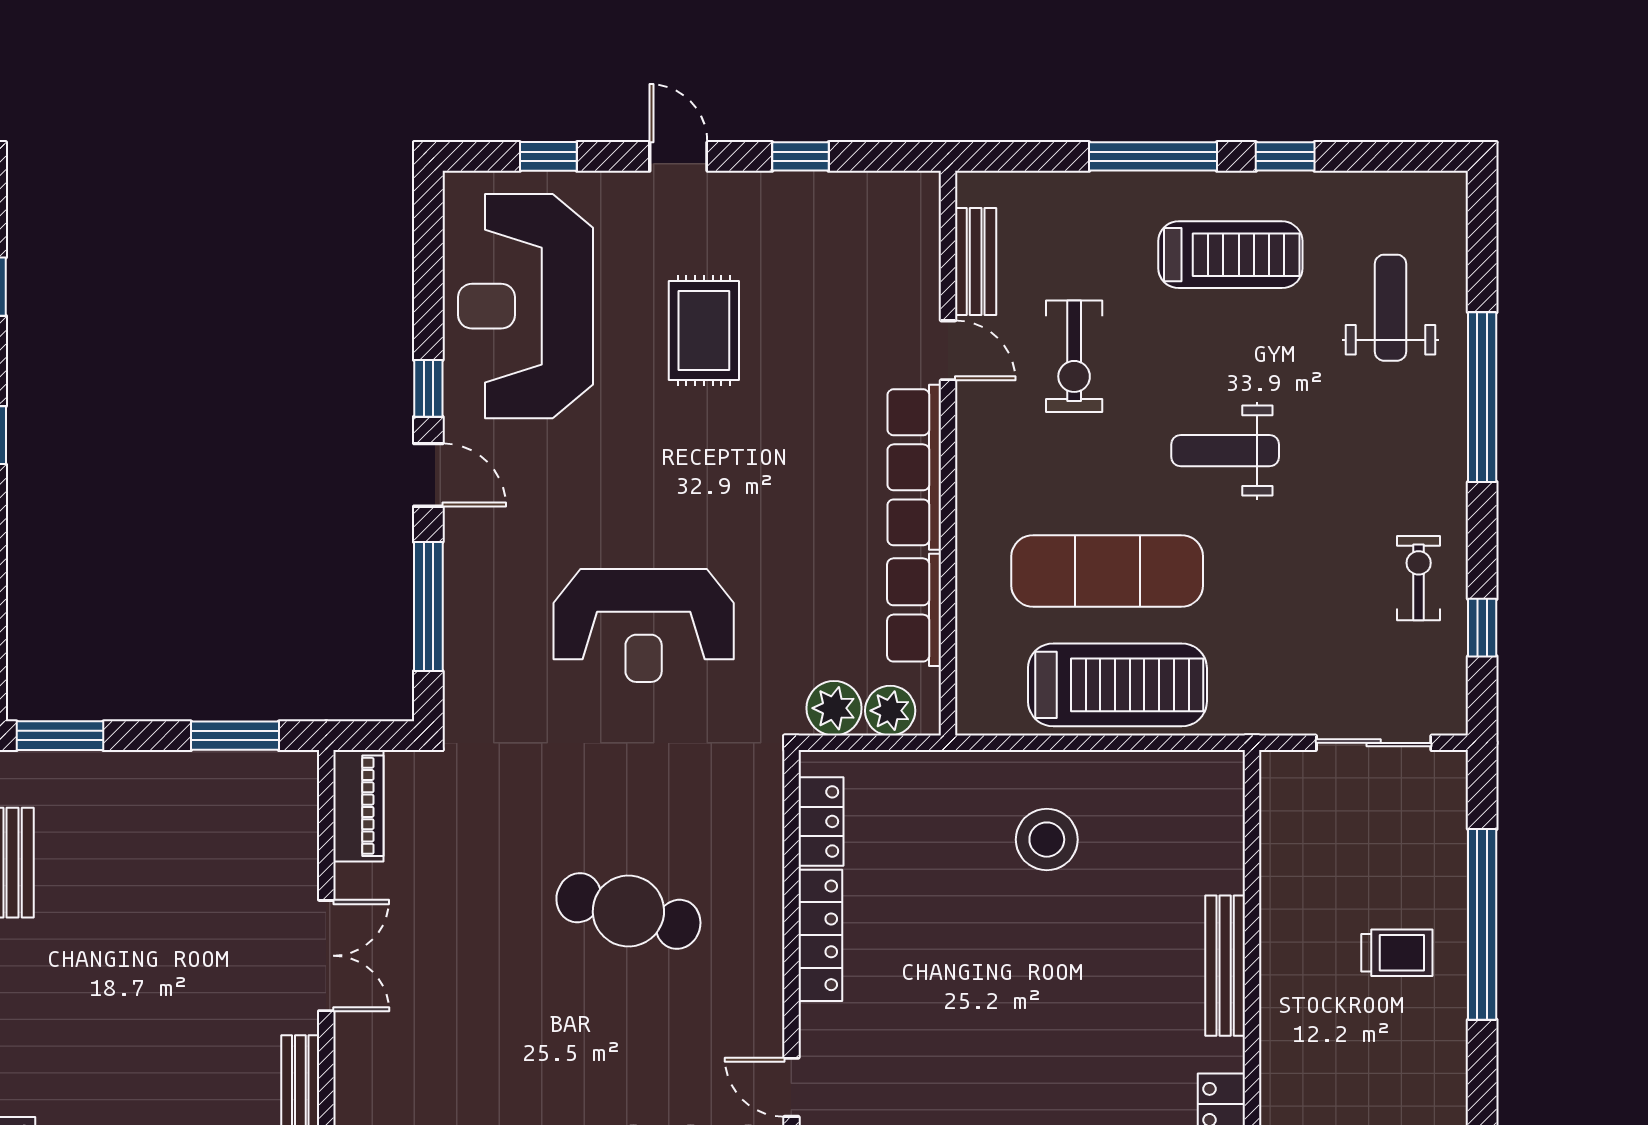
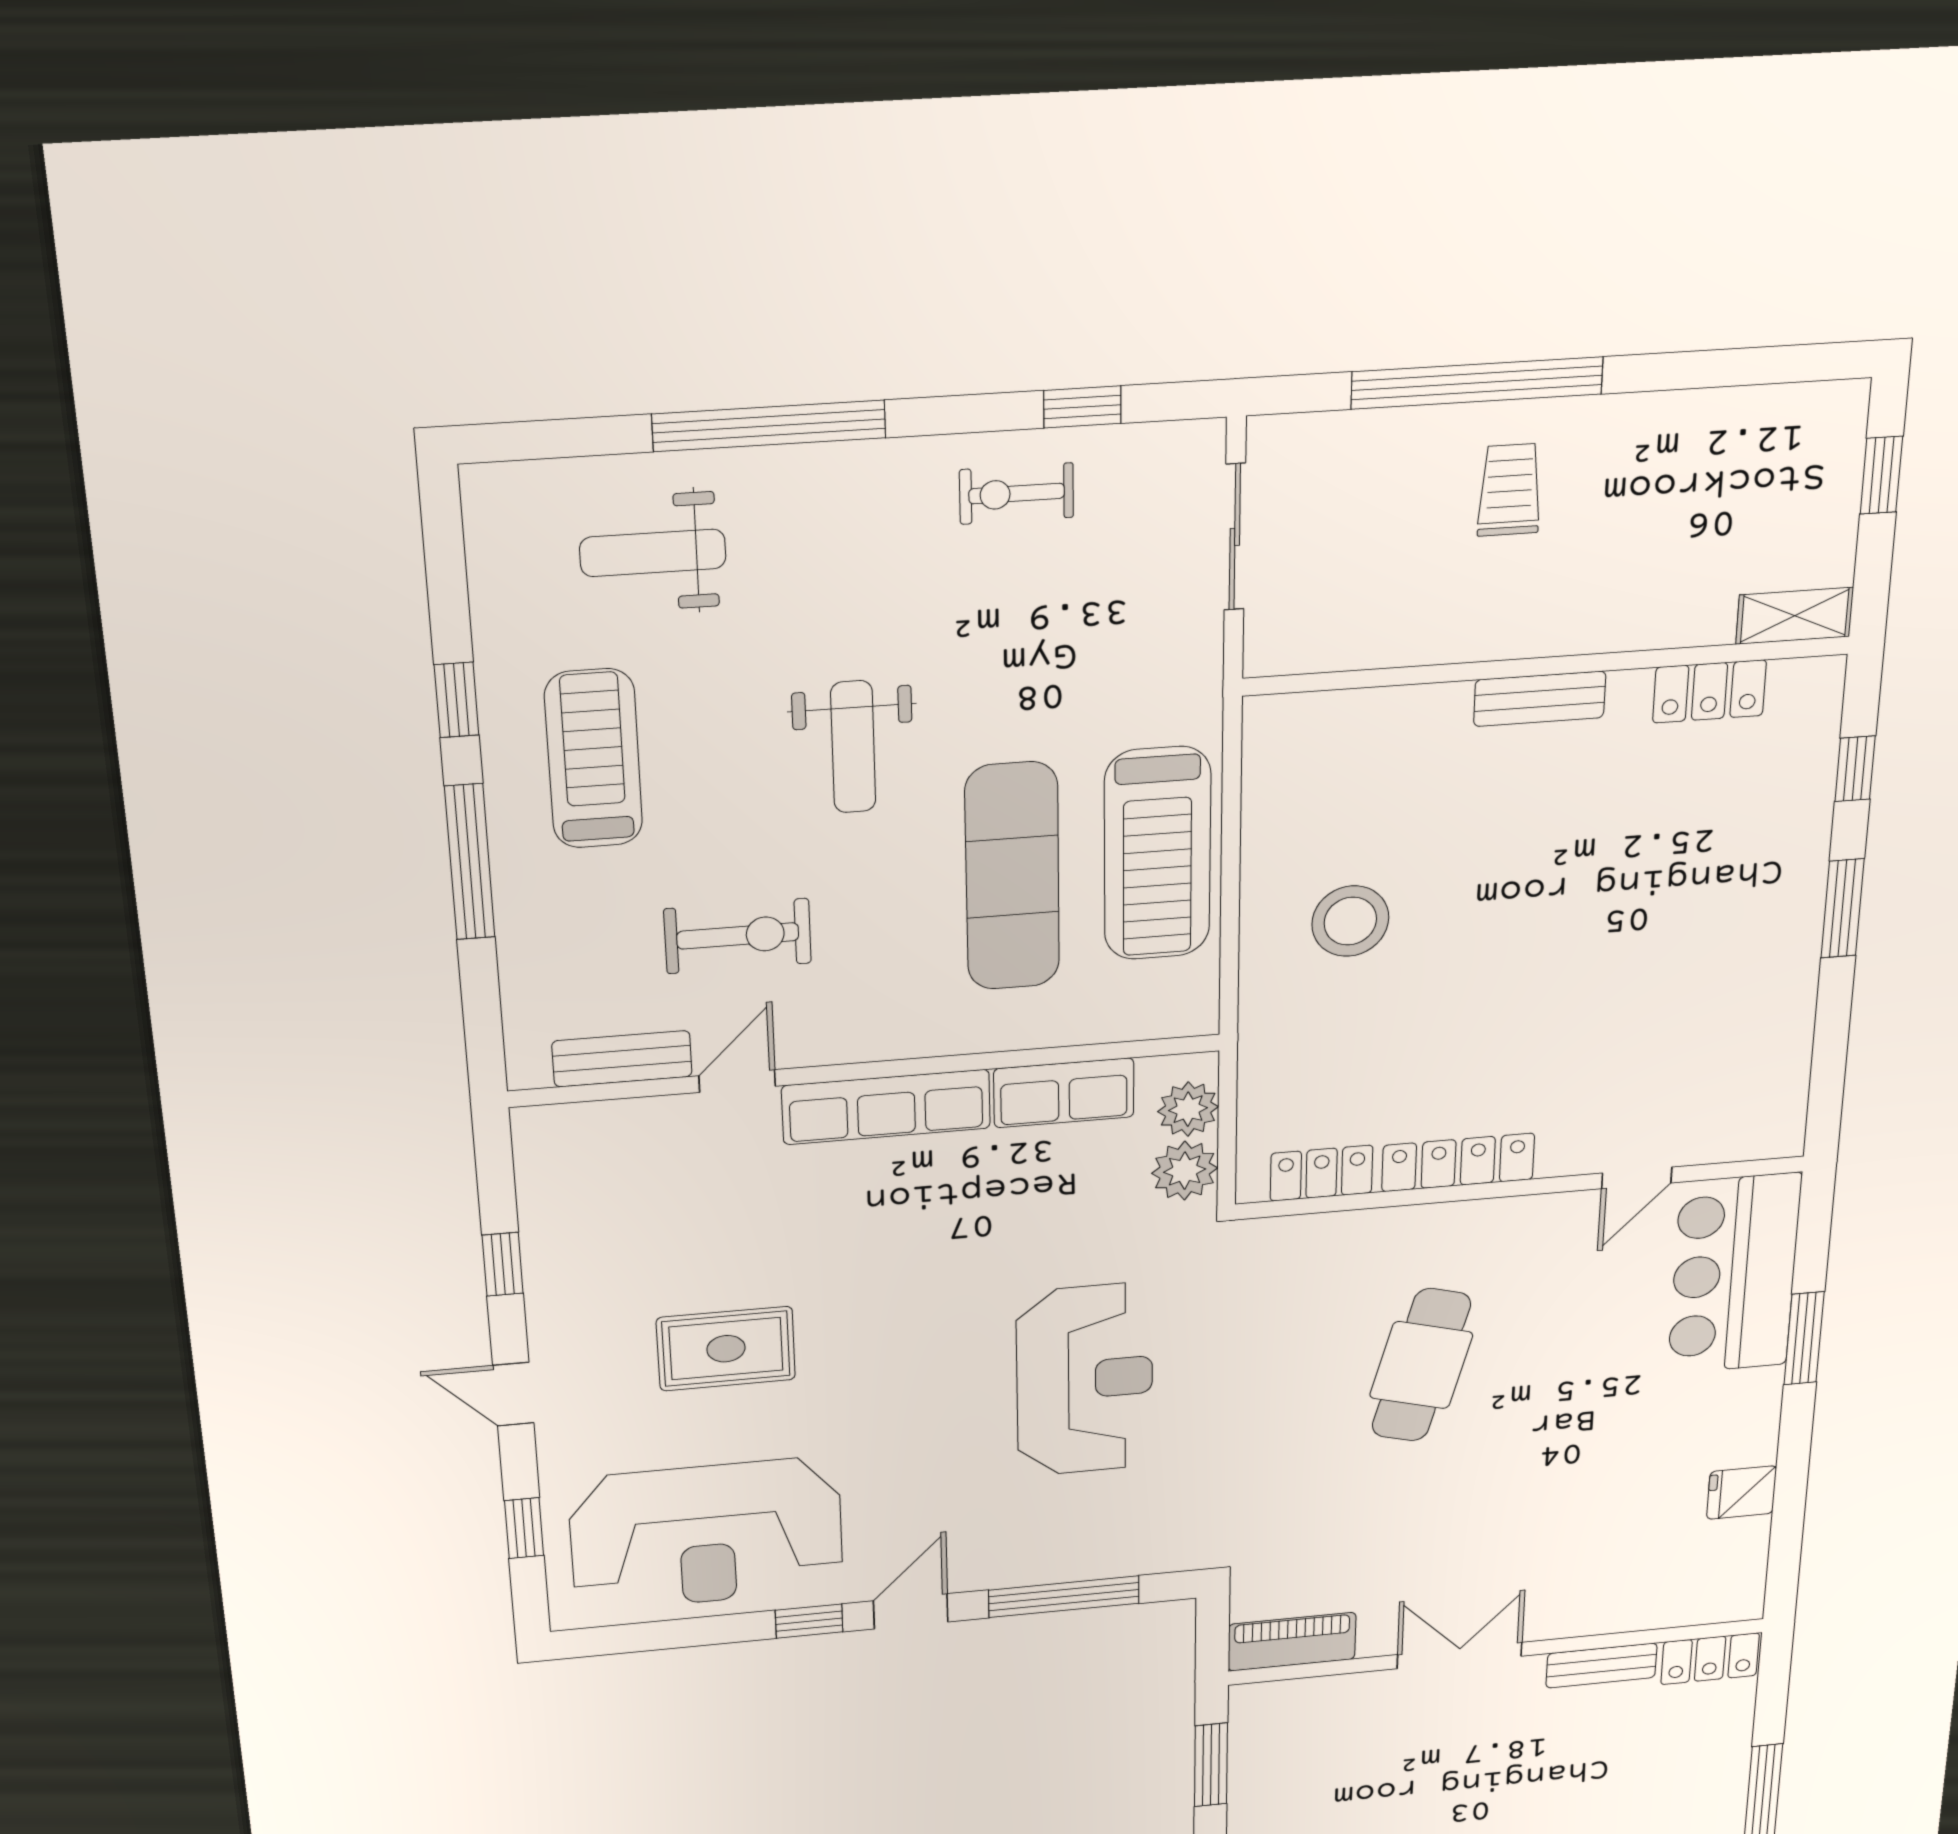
door: (678, 156) -> (513, 1394), hinge flipped
treadmill: (1117, 685) -> (1157, 854), turned 180
bench: (1225, 966) -> (1540, 699), width x0.73

